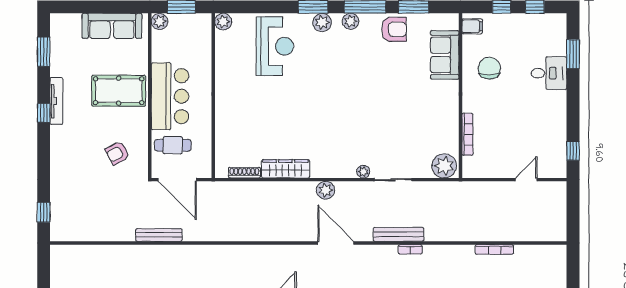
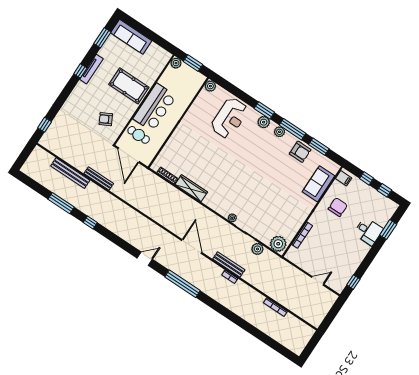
sofa: (112, 26) -> (131, 37), moved
plant: (326, 190) -> (257, 249), moved
bench: (118, 252) -> (70, 173), added

